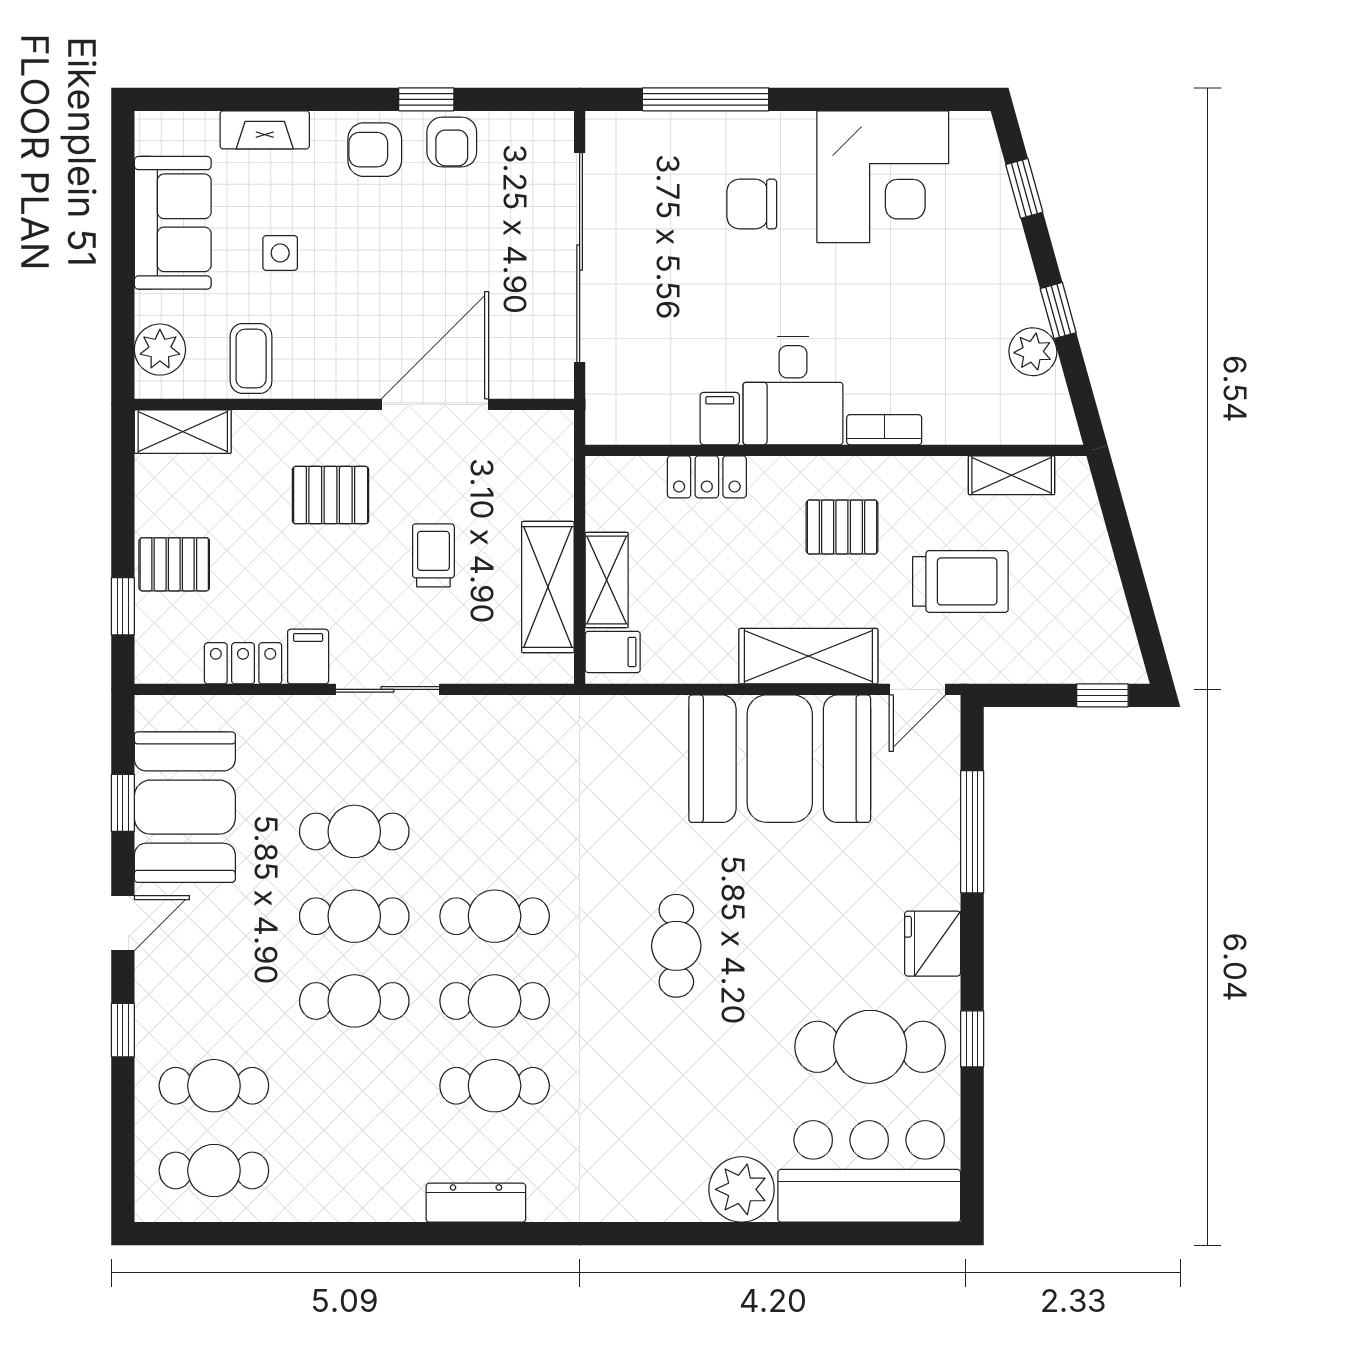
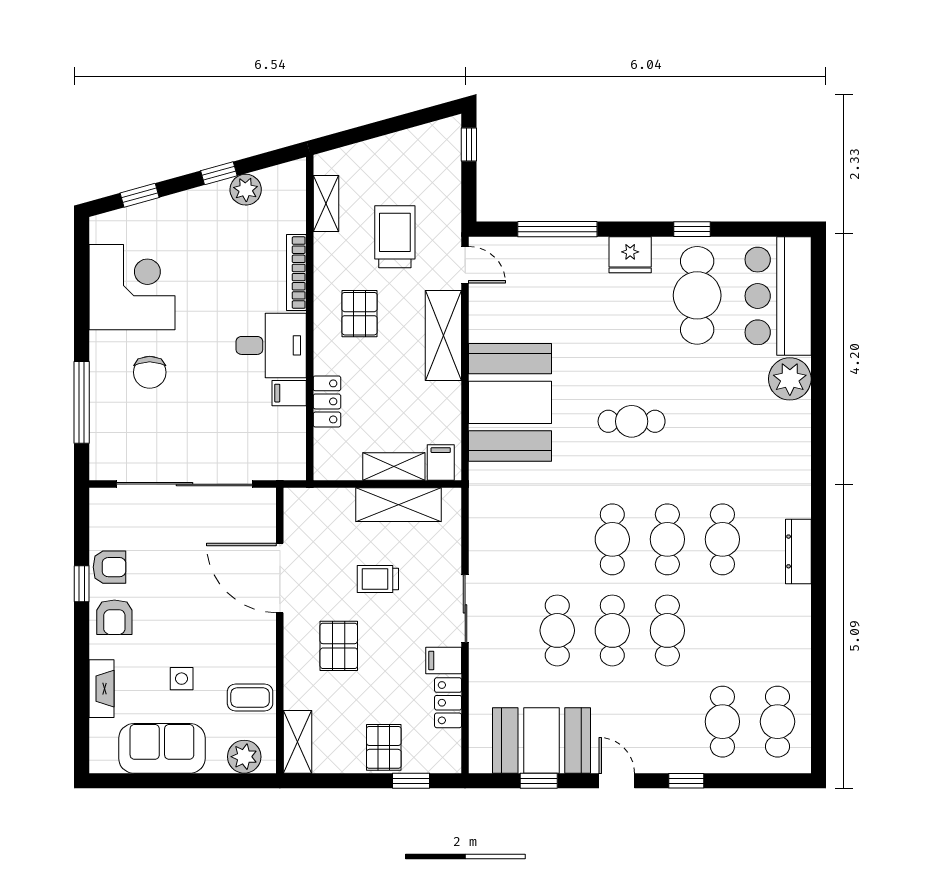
bookcase: (884, 430) -> (296, 273), width x1.56
booth: (780, 759) -> (510, 402), moved

